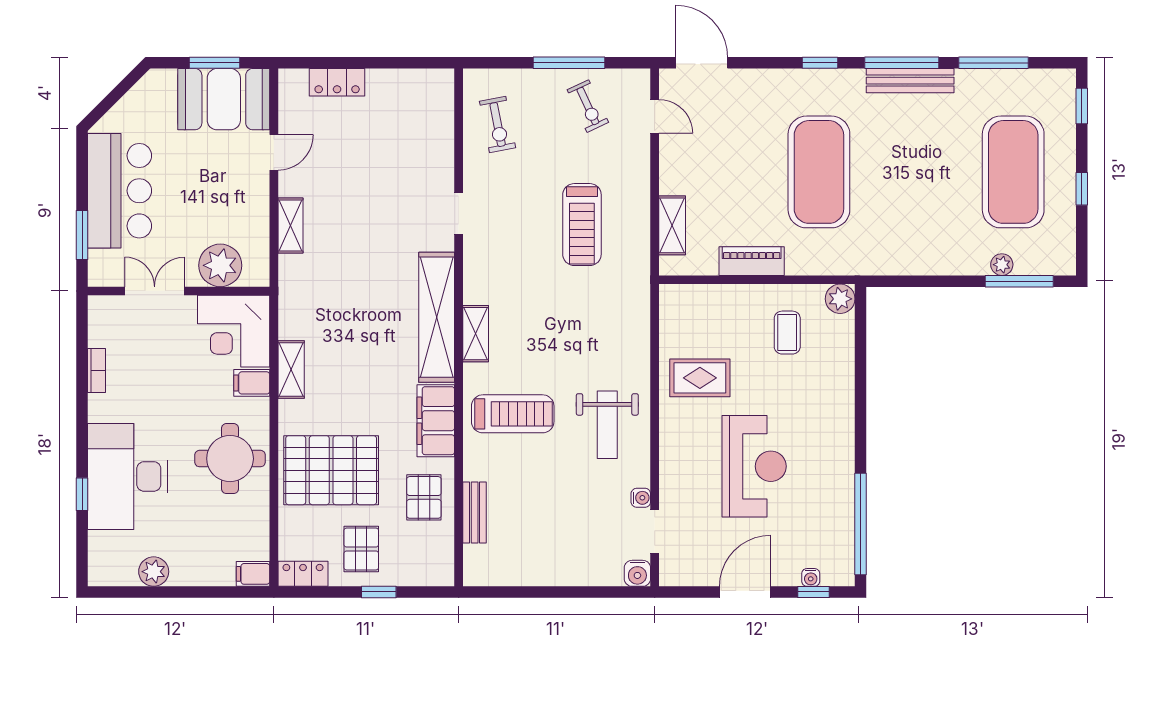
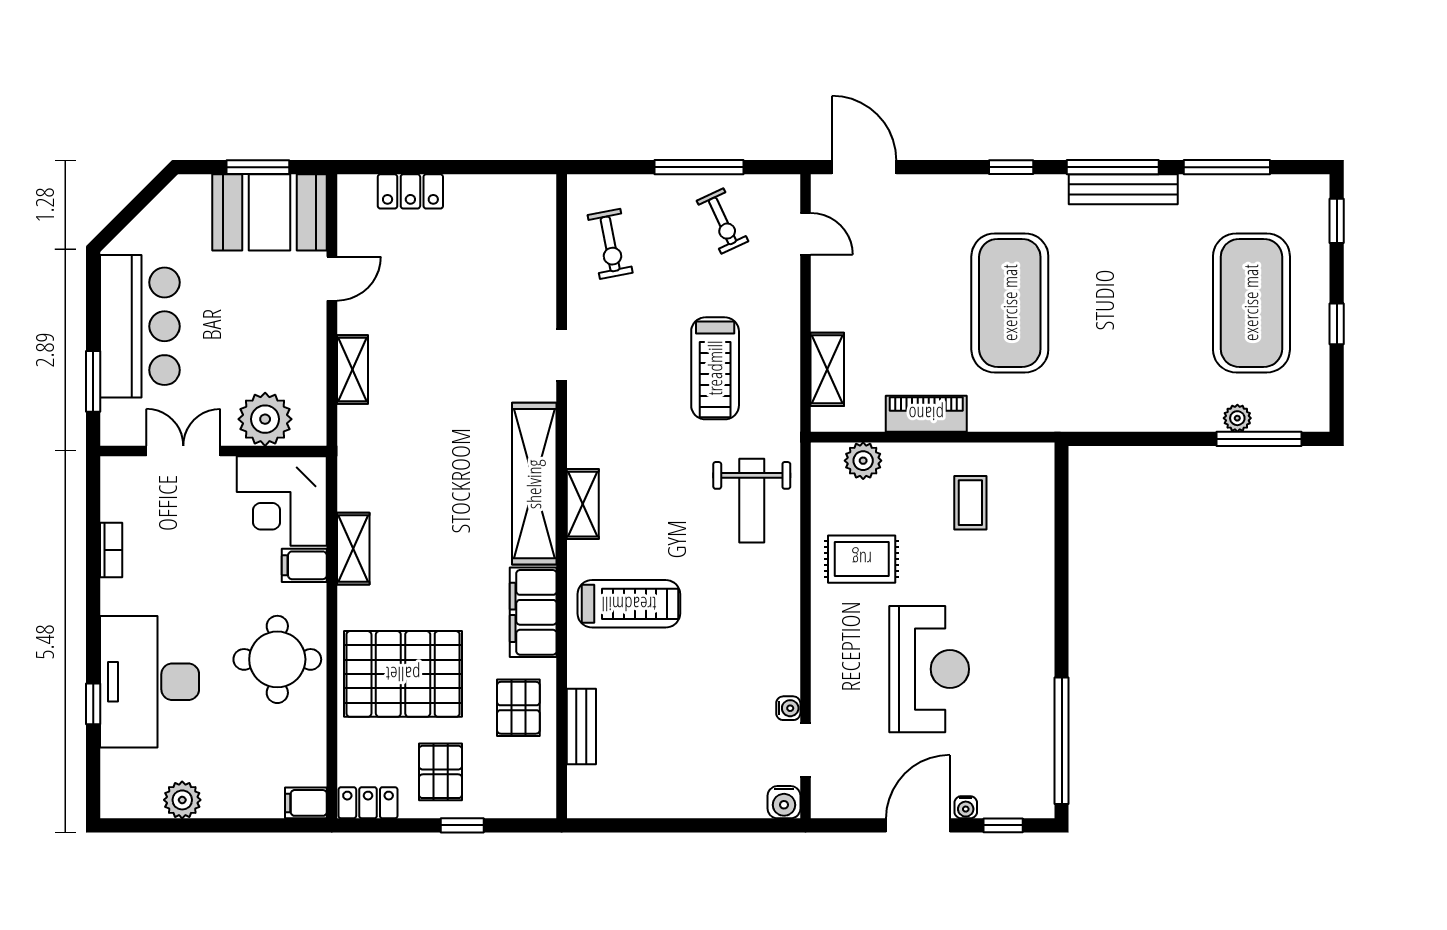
plant: (840, 299) -> (863, 461), moved
weight bench: (607, 425) -> (752, 501), moved
water cooler: (811, 577) -> (966, 807), moved

